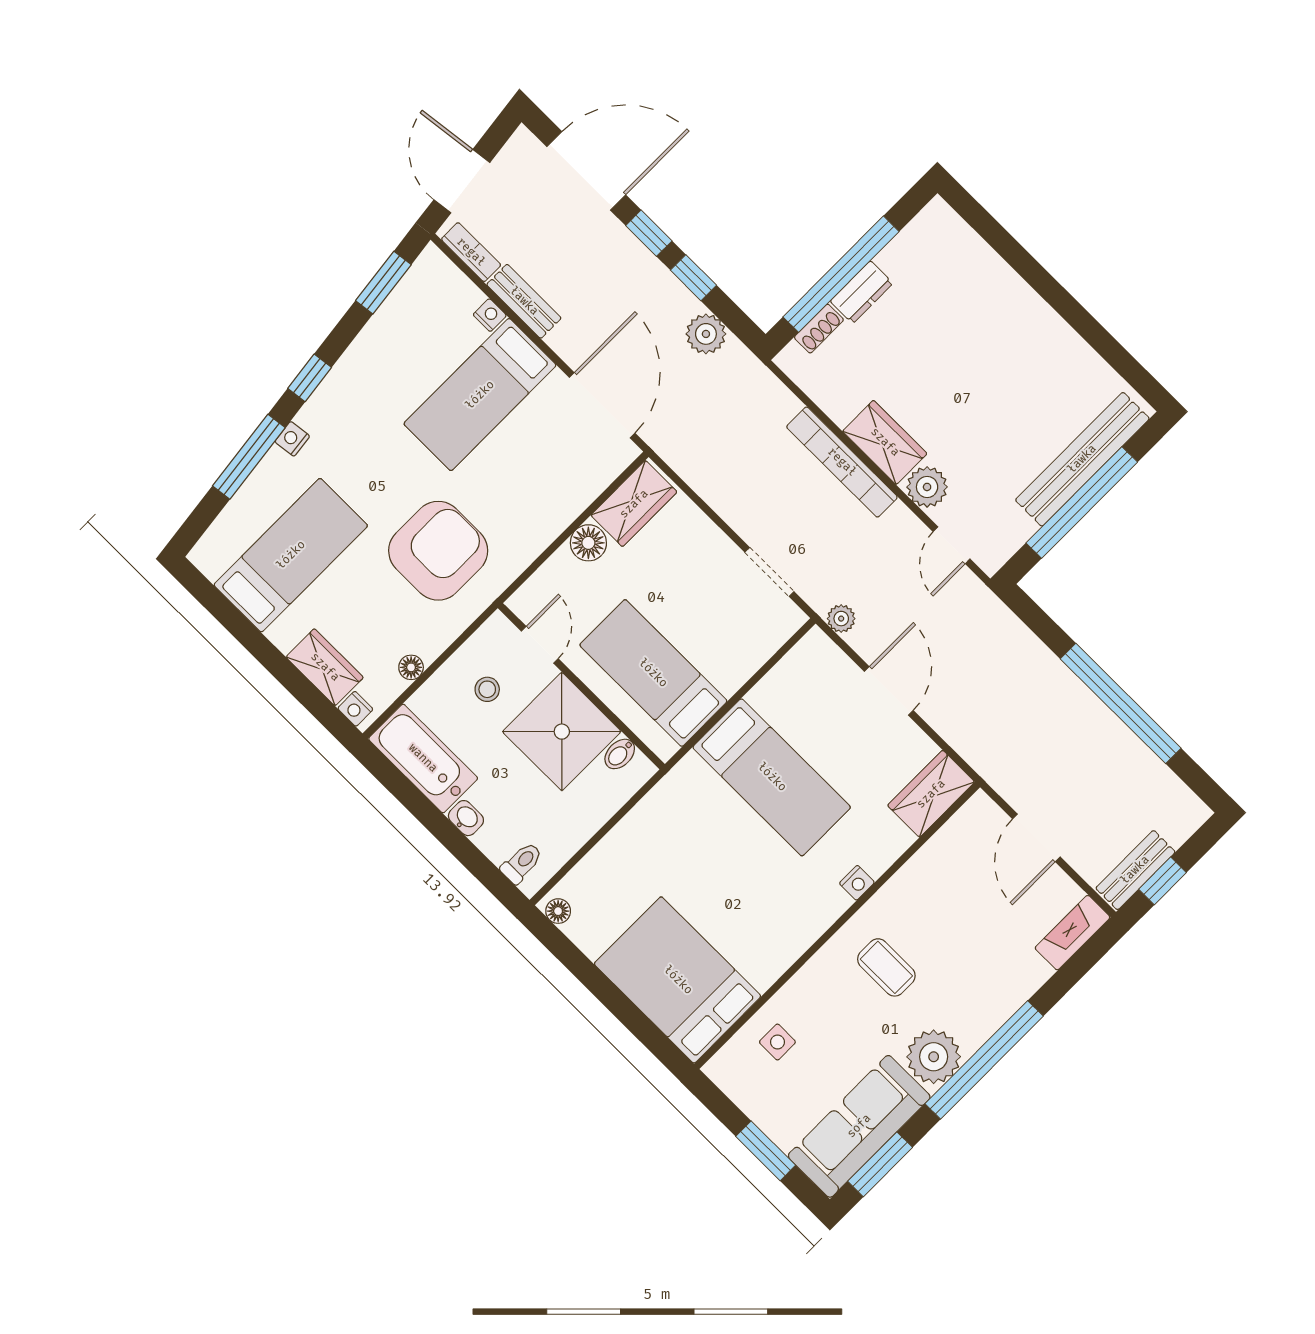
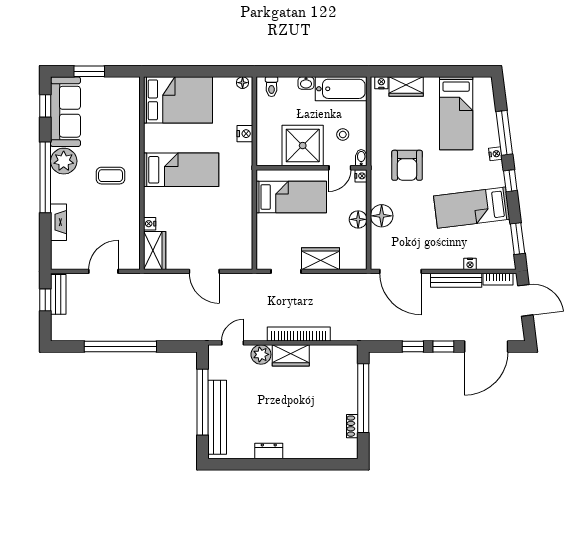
dresser: (862, 292) -> (269, 451), moved, turned 90
bench: (524, 301) -> (456, 280), width x1.36
shoe rack: (819, 329) -> (352, 426), moved
plant: (706, 334) -> (389, 331), removed
bed: (480, 395) -> (472, 208), moved, turned -97
wardrobe: (634, 504) -> (320, 259), moved, turned 90
door: (952, 545) -> (233, 343), hinge flipped
armchair: (438, 551) -> (407, 165), width x0.73, depth x0.73
nightstand: (521, 602) -> (361, 176), added
plant: (841, 619) -> (245, 280), removed
door: (540, 645) -> (340, 168), hinge flipped
floor lamp: (411, 667) -> (382, 216), moved, width x1.89, depth x1.89
bidet: (620, 754) -> (361, 158), moved
bed: (772, 777) -> (181, 170), moved, turned 180
nightstand: (629, 833) -> (245, 134), added
door: (1036, 838) -> (103, 271), hinge flipped
nightstand: (857, 883) -> (150, 224), moved
fireplace: (1073, 933) -> (59, 222), moved
side table: (777, 1042) -> (122, 113), removed
window: (880, 1164) -> (45, 106), width x0.67

